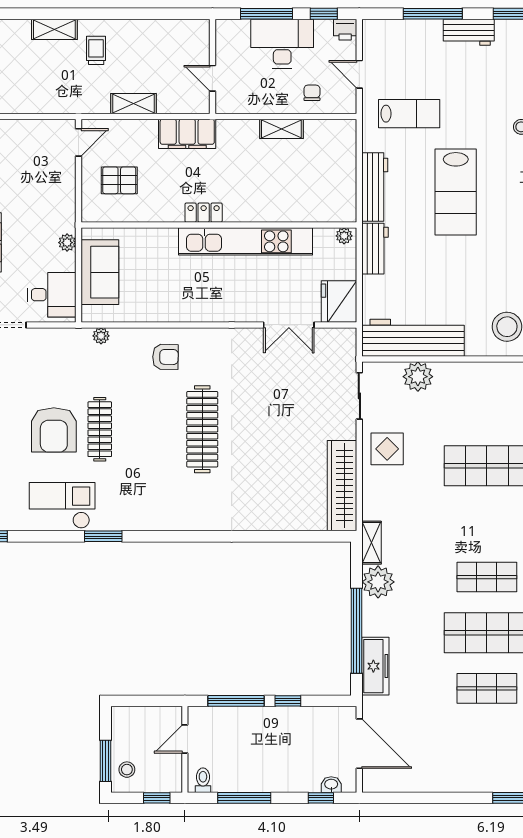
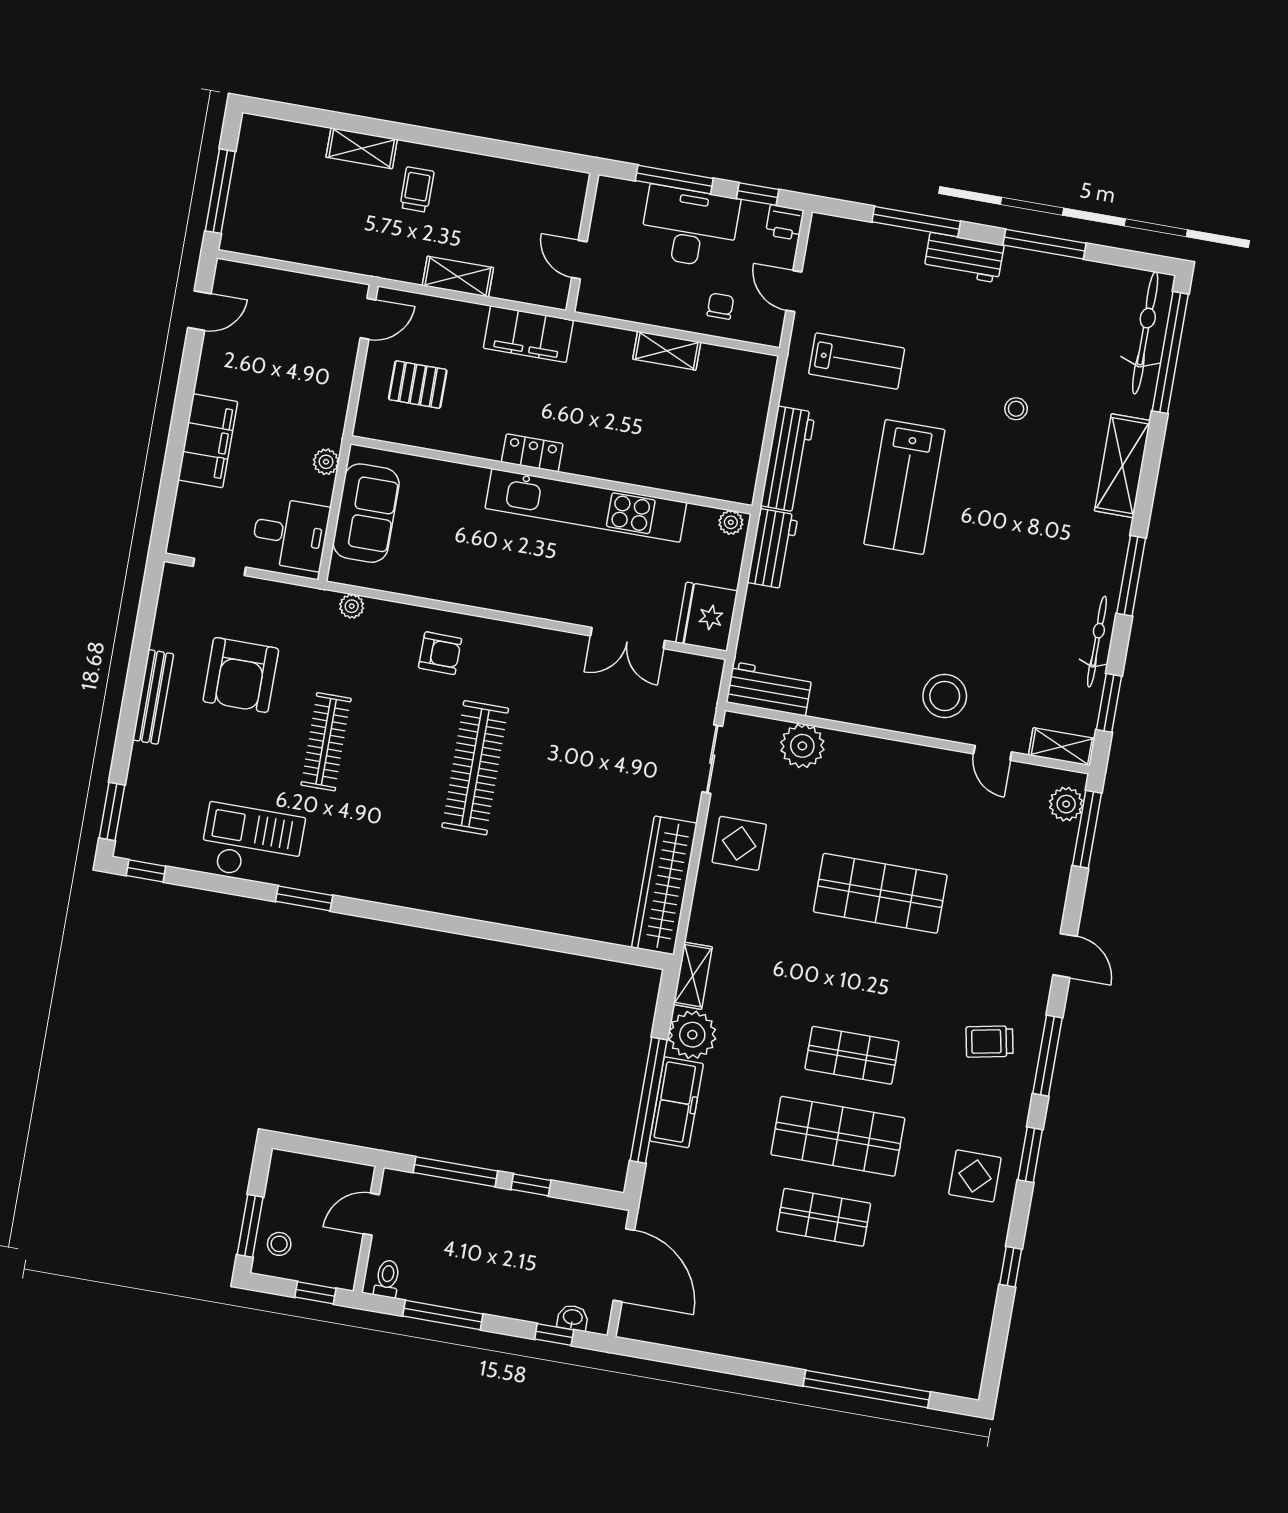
workbench: (413, 338) -> (769, 689), width x0.53, depth x0.76
armchair: (54, 430) -> (241, 675), moved
freezer: (375, 666) -> (676, 1102), moved

